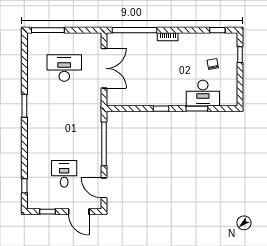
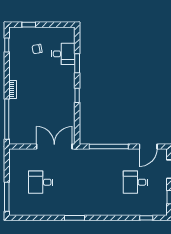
desk: (64, 68) -> (41, 182), width x0.73
double door: (104, 68) -> (54, 146), moved
desk: (203, 93) -> (63, 54), width x0.73

